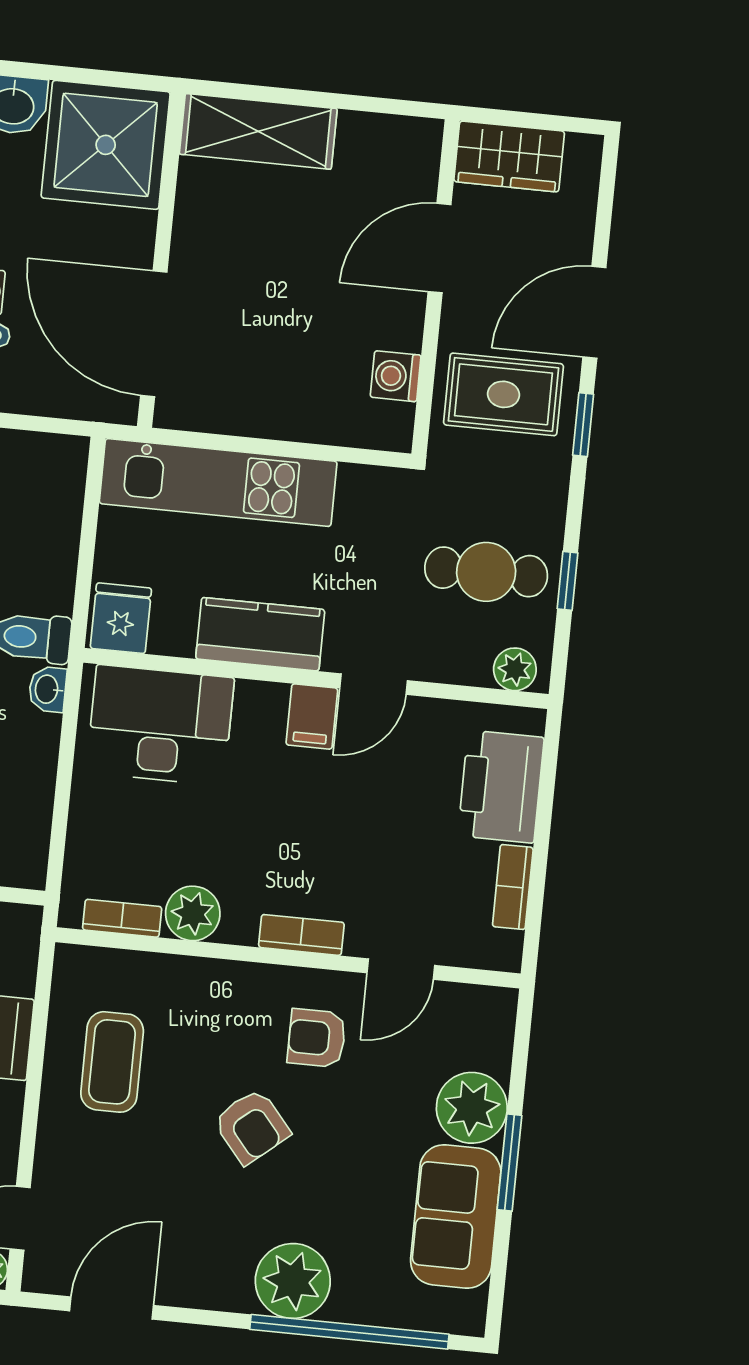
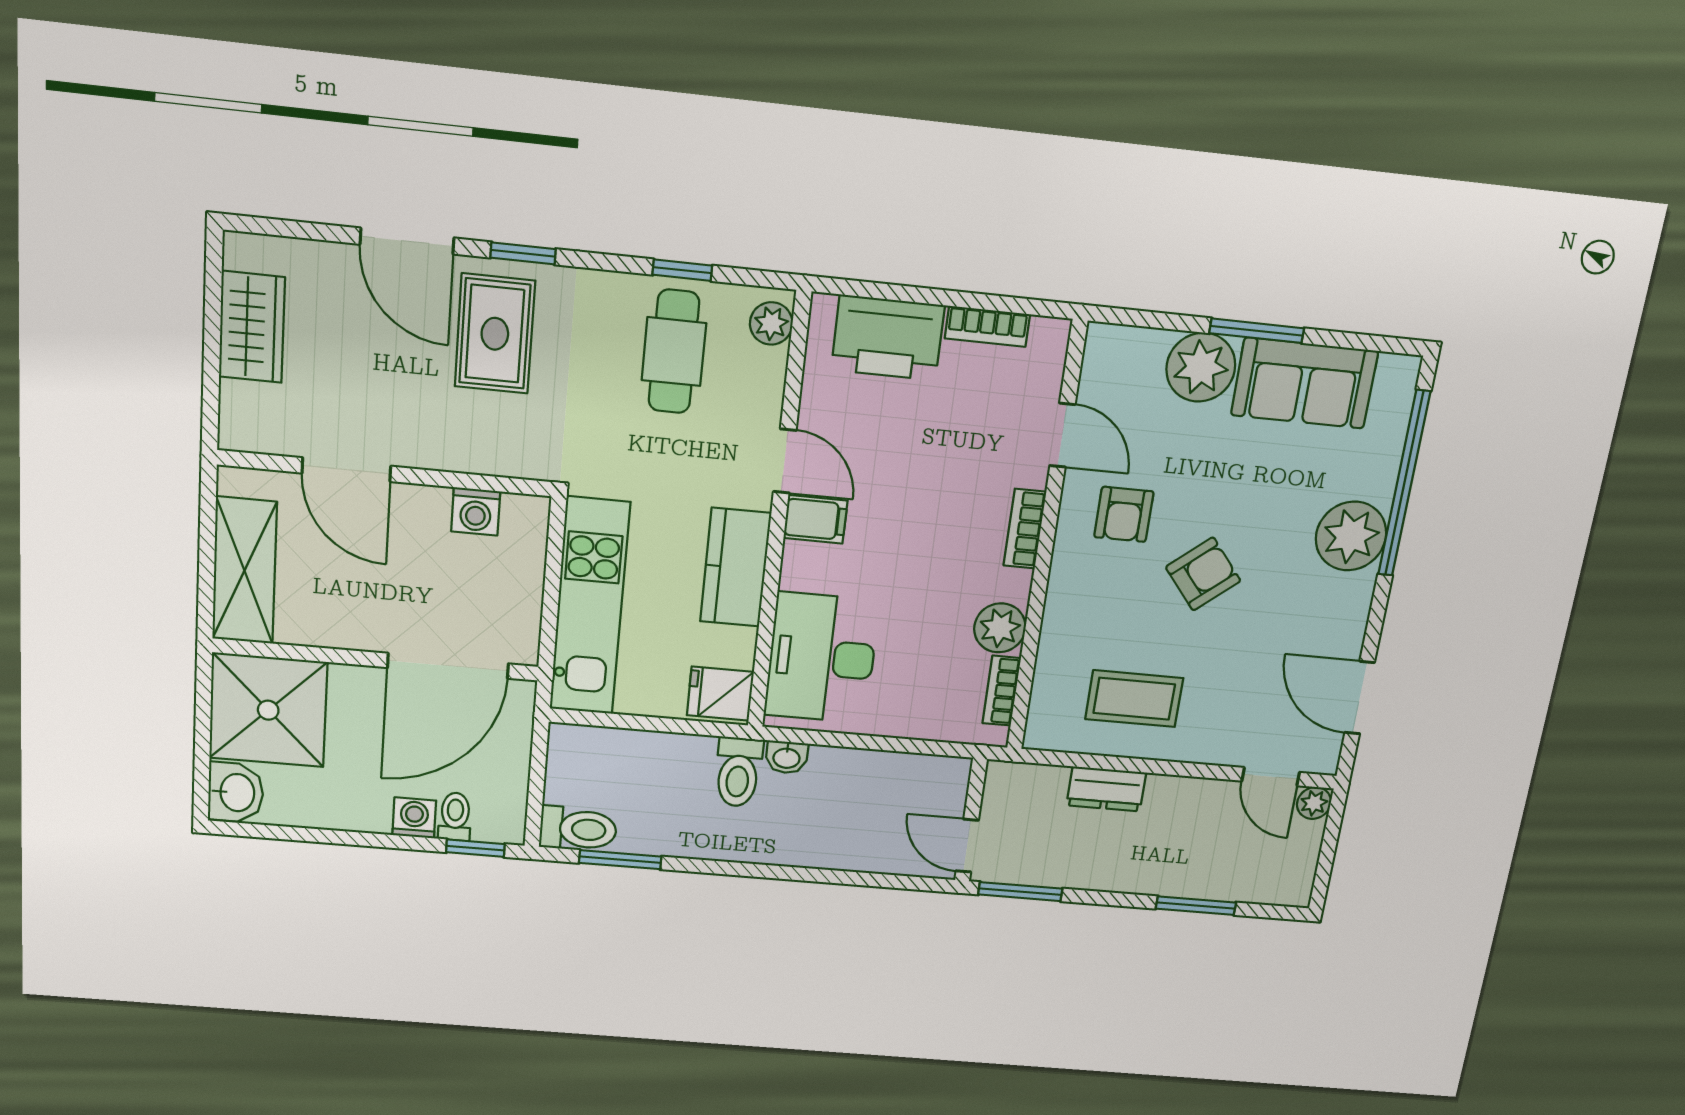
door: (439, 248) -> (346, 470), moved
wall: (436, 287) -> (386, 473), moved
washing machine: (396, 376) -> (476, 511), moved

